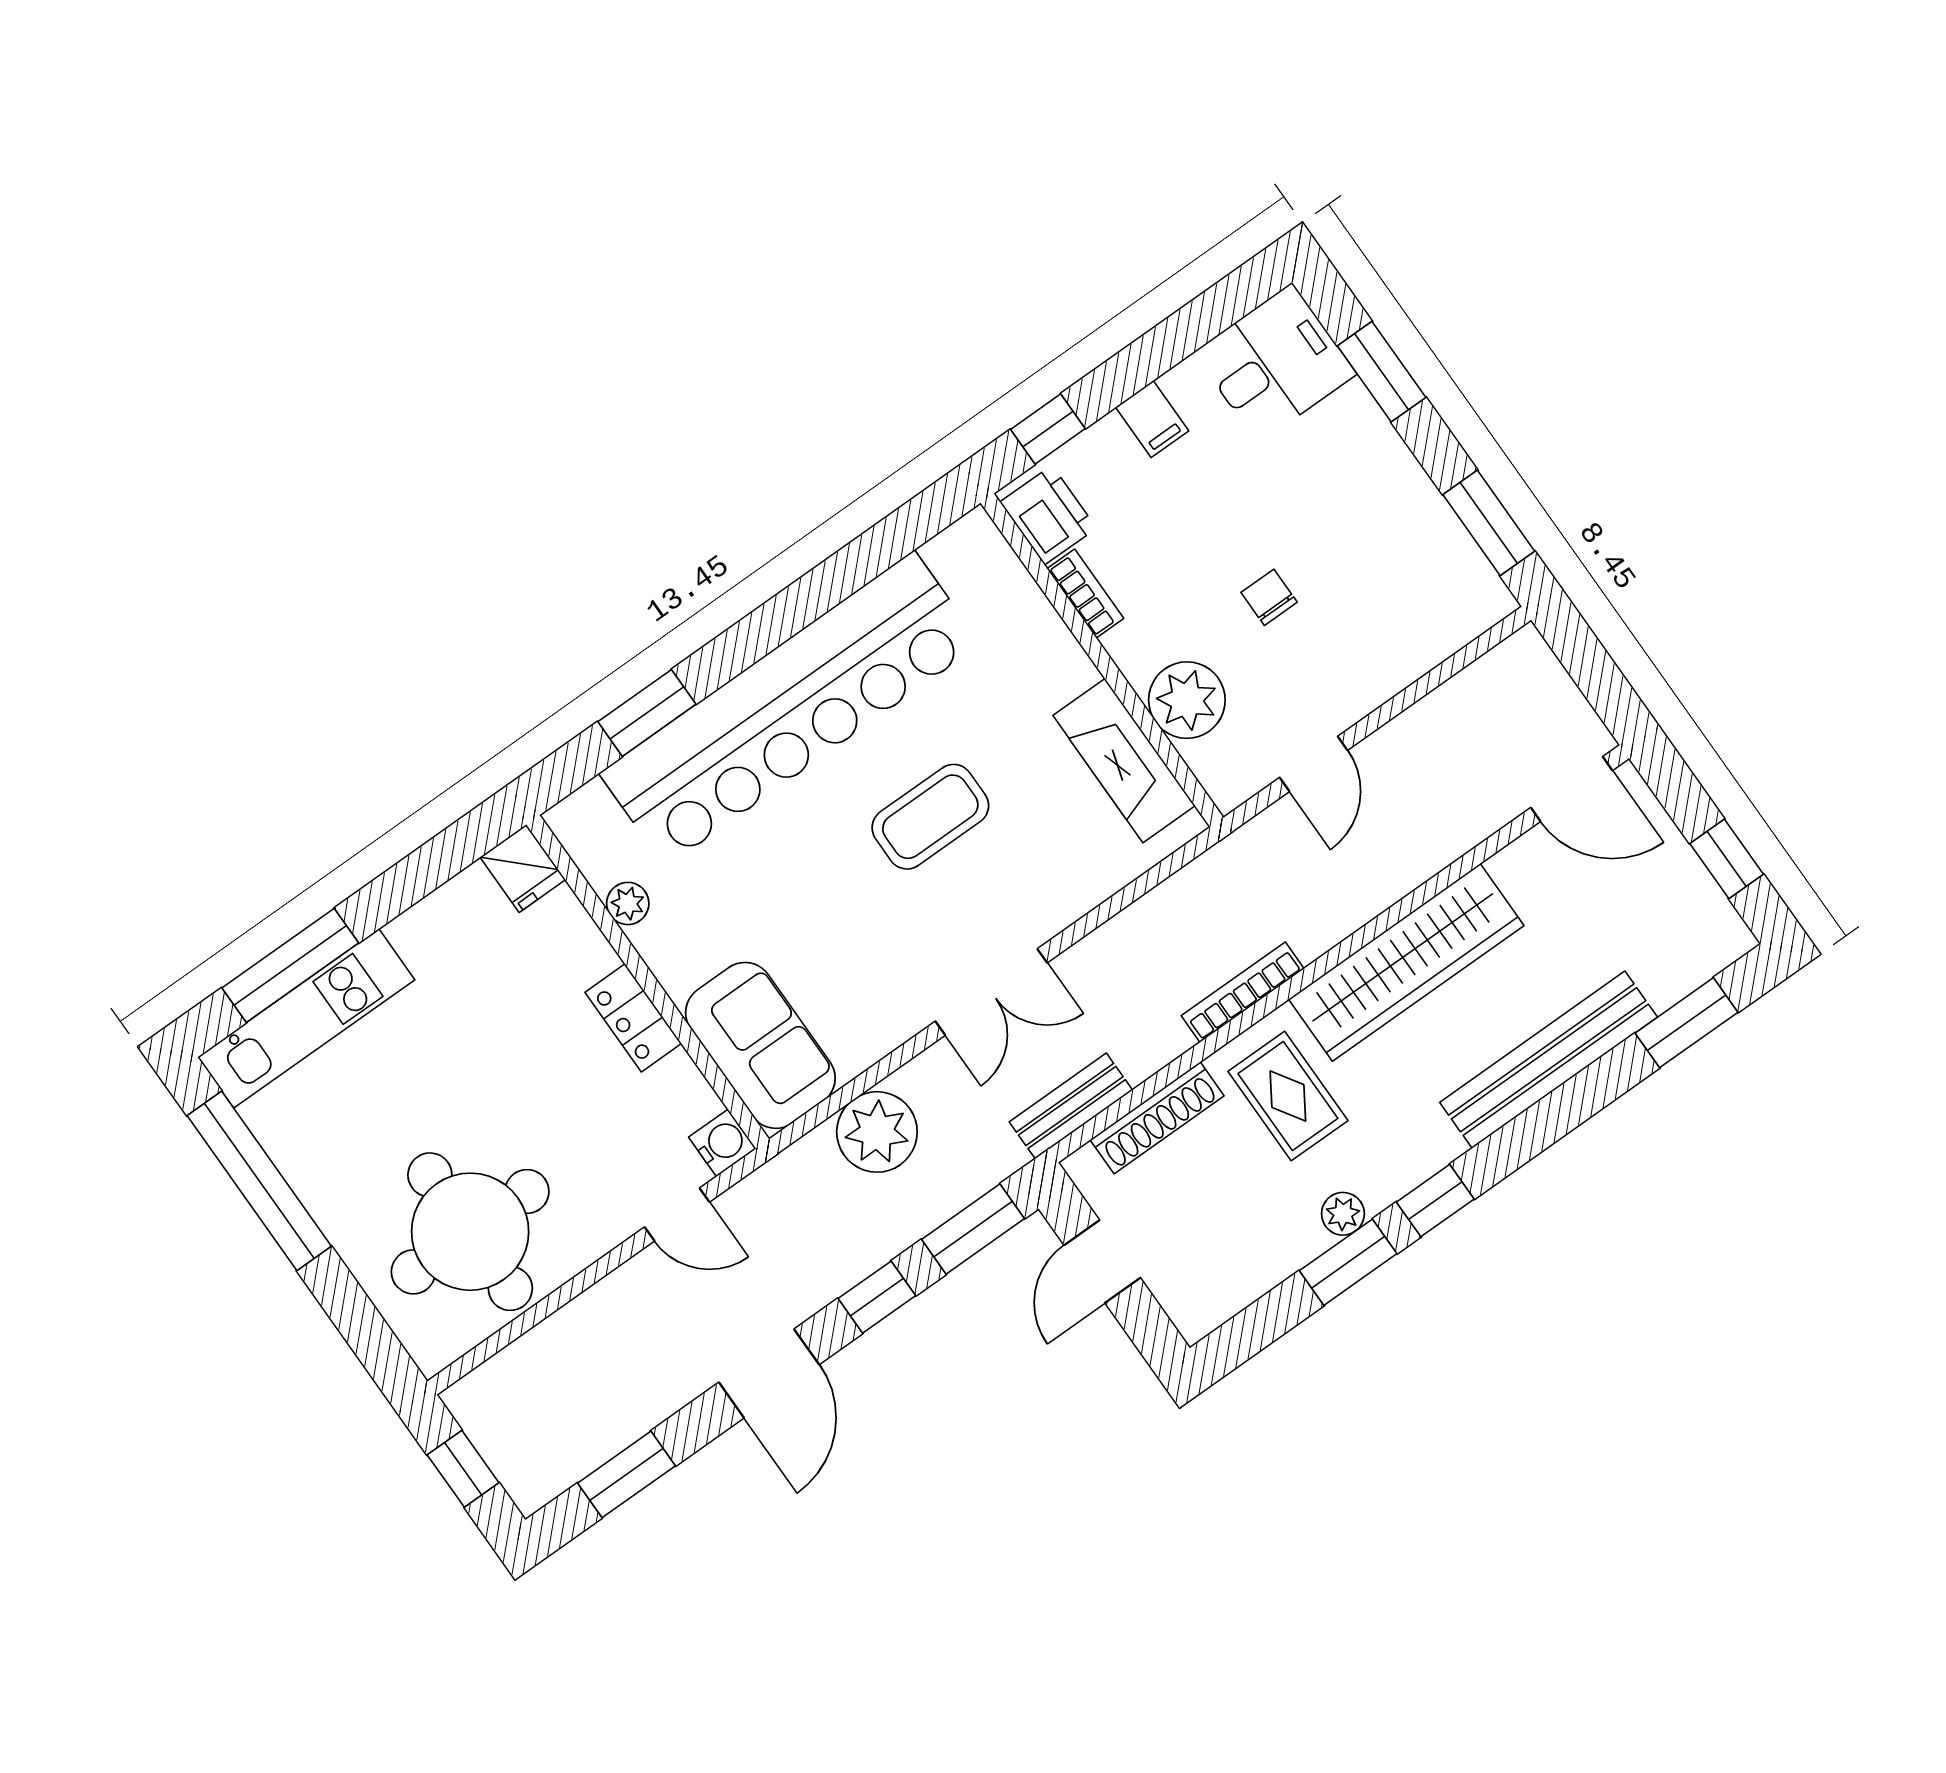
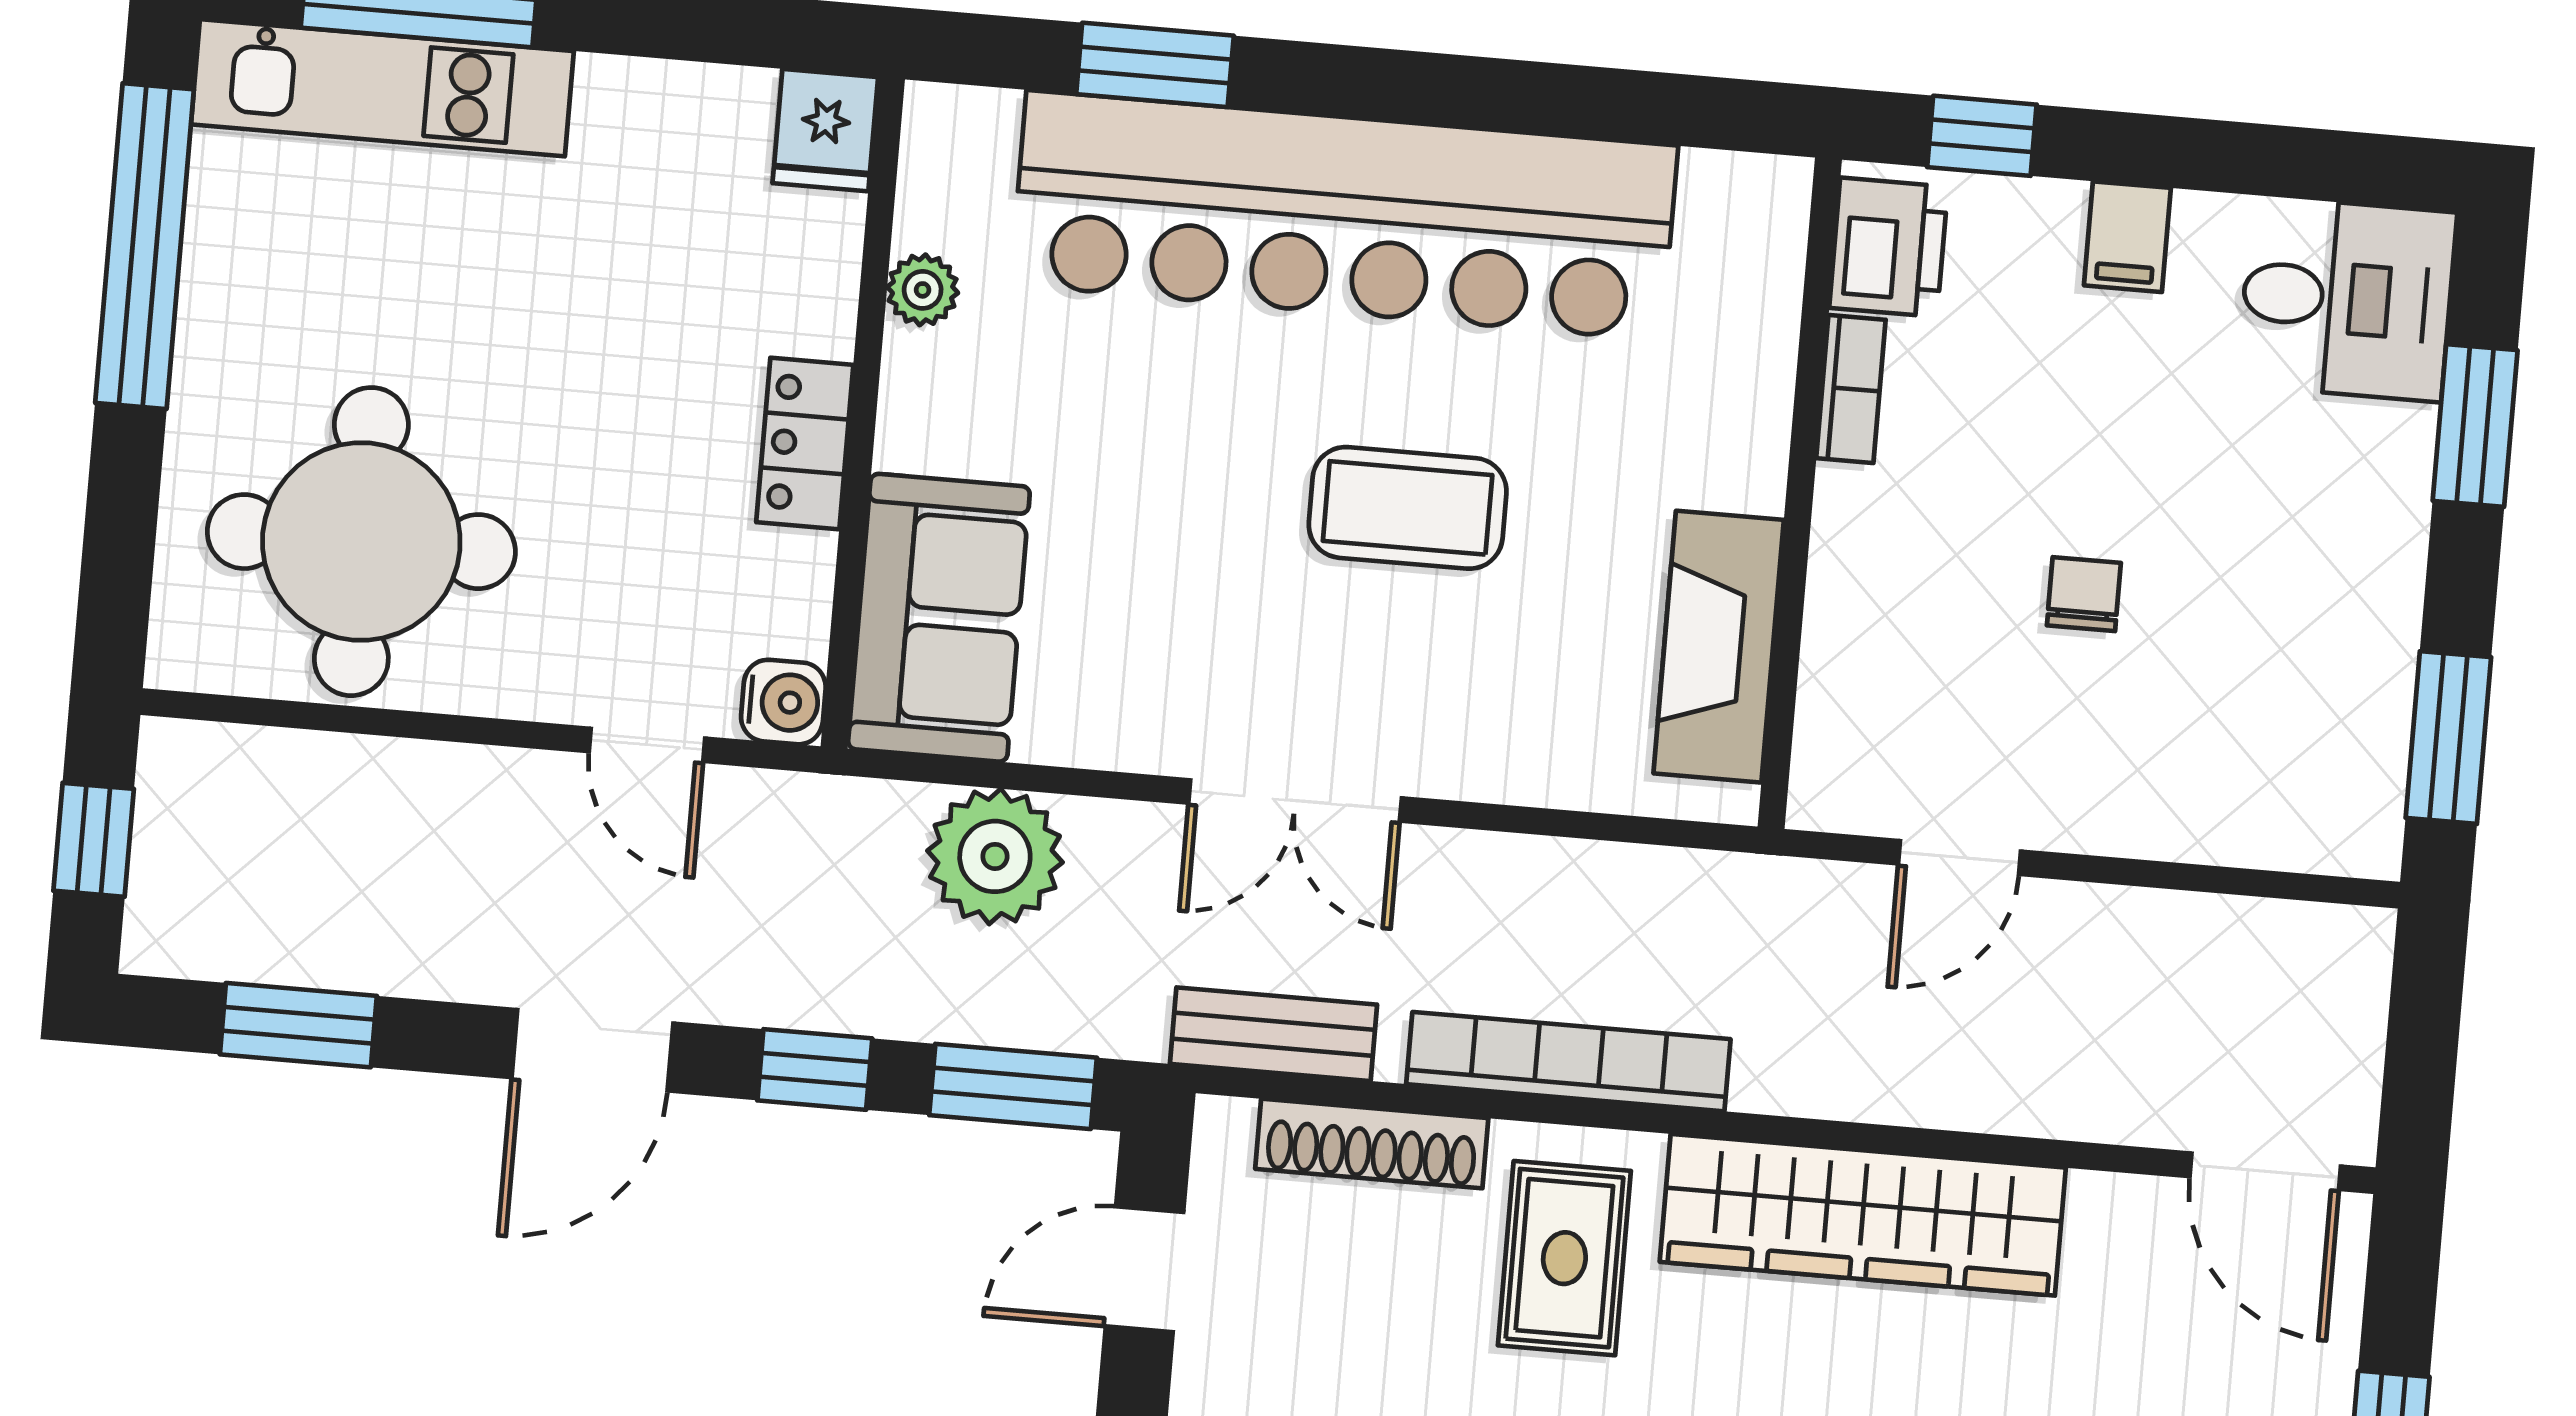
plant: (1187, 700) -> (1866, 637), removed
bookcase: (1243, 992) -> (1568, 1062), width x1.48, depth x1.31

